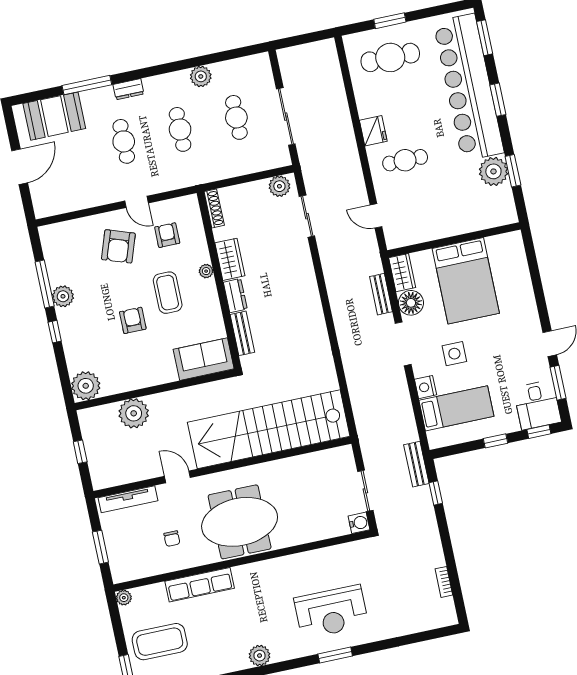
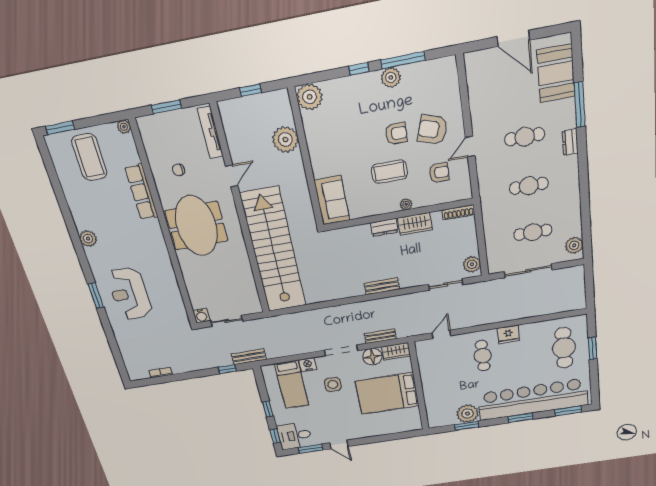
plant: (201, 76) -> (574, 245), moved
armchair: (133, 320) -> (396, 134), moved
bench: (242, 333) -> (382, 286), moved

